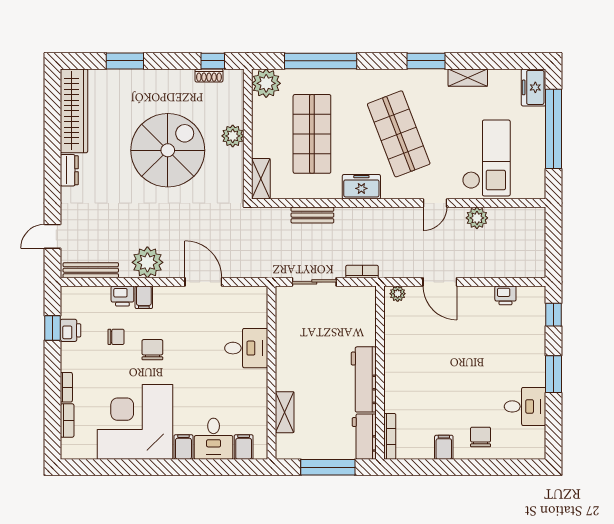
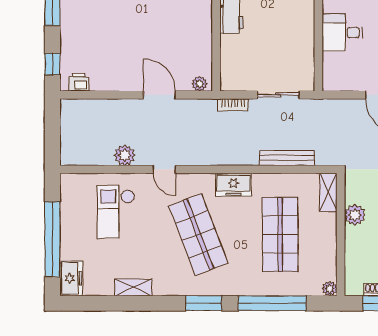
window: (426, 61) -> (204, 303), moved
plant: (266, 83) -> (330, 289), width x0.53, depth x0.53
plant: (233, 136) -> (355, 215), moved
checkout: (486, 158) -> (116, 212), width x0.73, depth x0.83
door: (435, 203) -> (164, 169), swing flipped
bench: (312, 215) -> (287, 158), width x1.36
printer: (505, 295) -> (79, 82), moved

